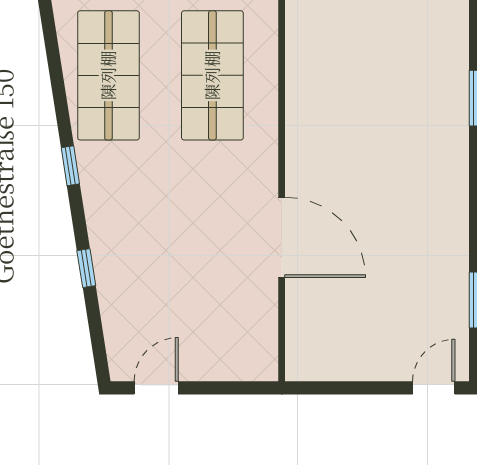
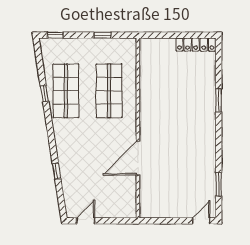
window: (70, 166) -> (45, 94), moved
door: (282, 237) -> (138, 158), swing flipped

